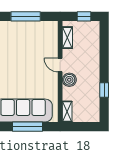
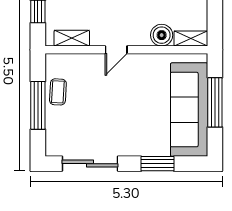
coffee table: (34, 29) -> (58, 92), added
boiler: (69, 80) -> (162, 35), moved

